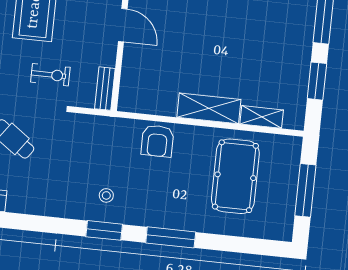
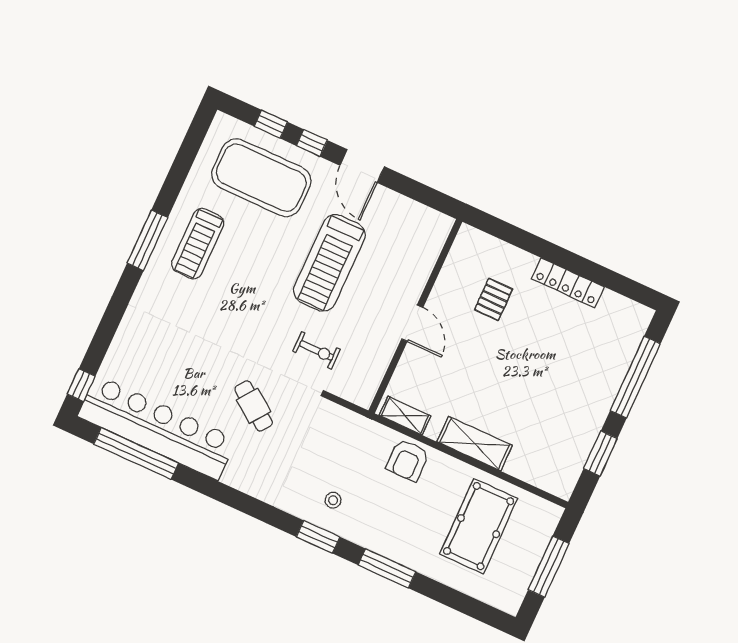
bench: (105, 89) -> (370, 385), removed
shelving: (262, 117) -> (405, 416), moved

